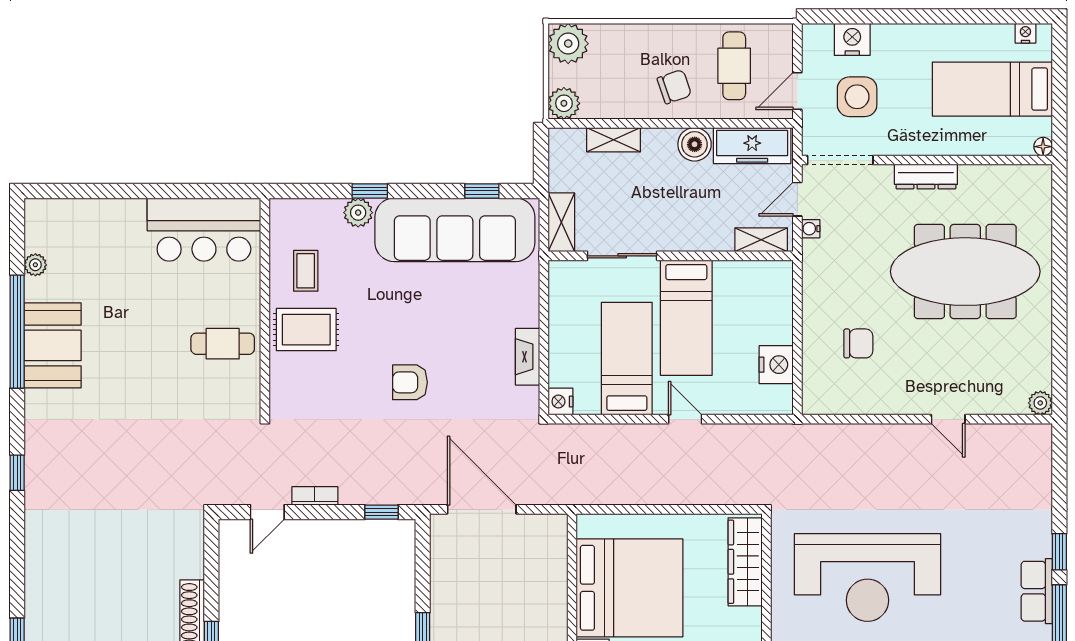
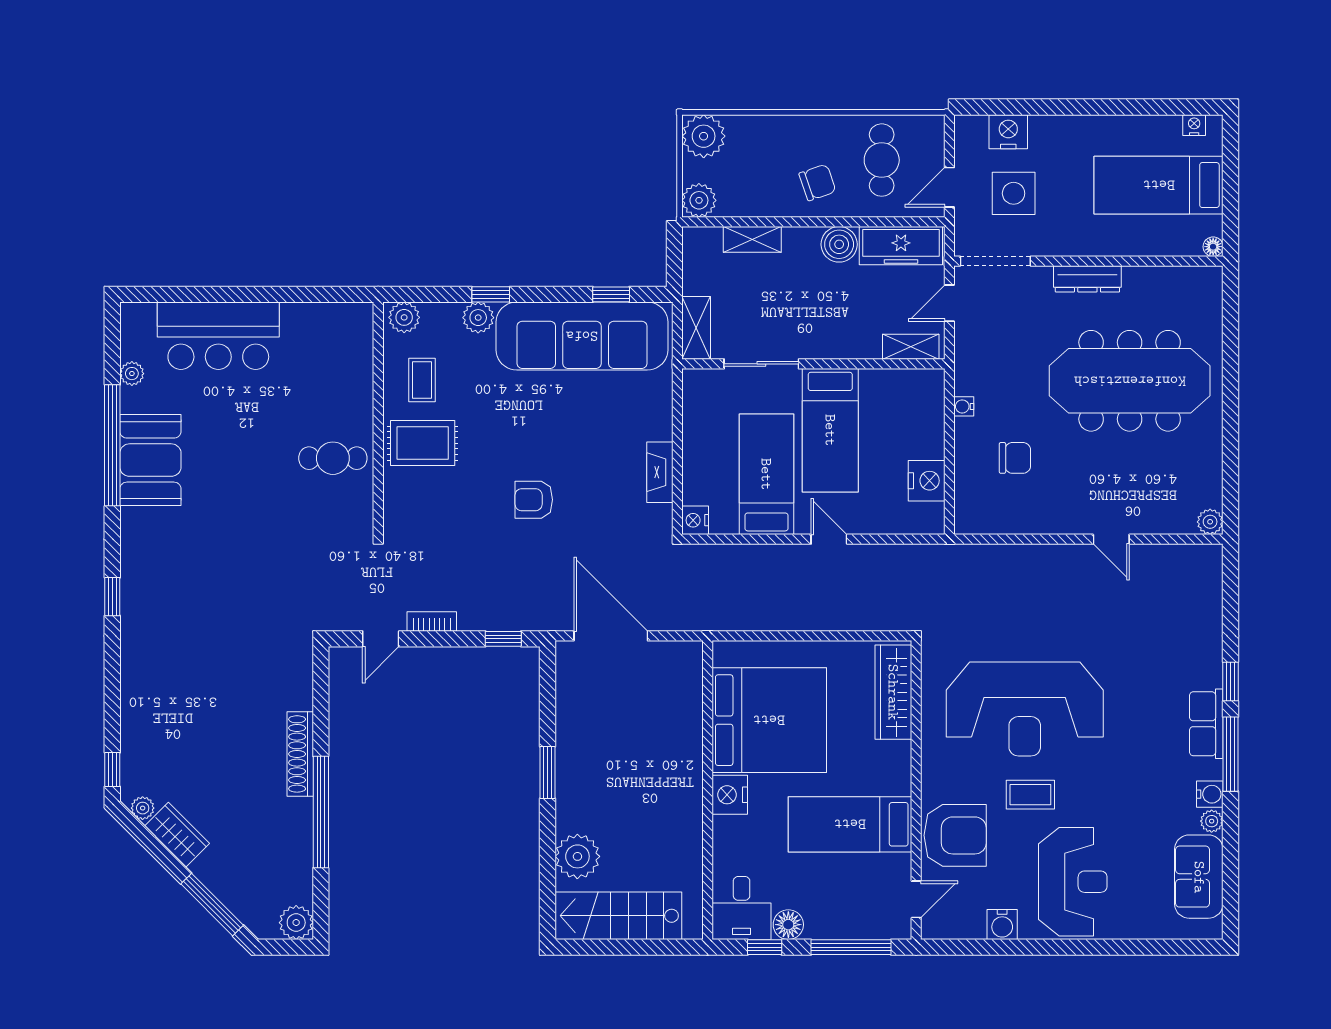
plant: (289, 212) -> (404, 317), added
water cooler: (811, 229) -> (964, 406), moved
bar counter: (204, 230) -> (218, 336), moved

